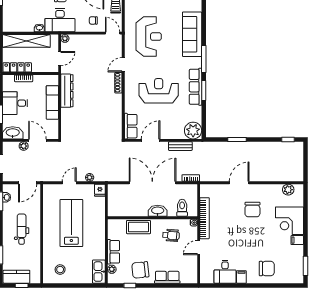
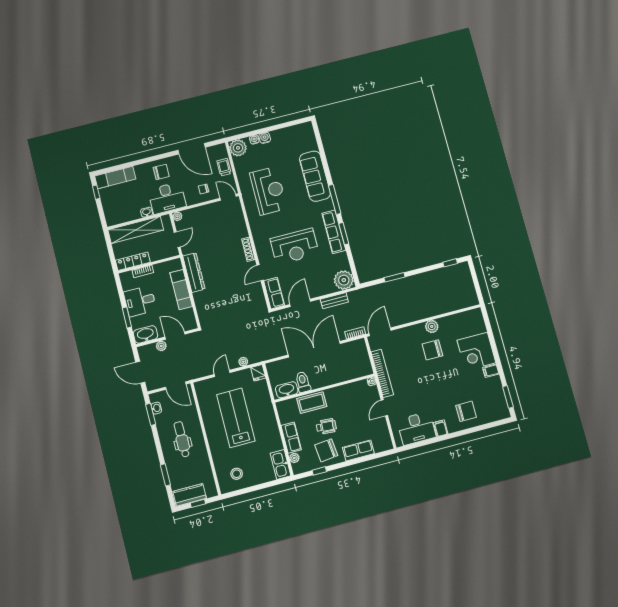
door: (123, 65) -> (260, 273), moved
reception desk: (159, 91) -> (295, 247), turned 180
door: (28, 183) -> (176, 386), hinge flipped
door: (239, 183) -> (380, 332), moved
plant: (288, 190) -> (432, 326), moved
toilet: (182, 208) -> (303, 382), moved
chair: (252, 210) -> (432, 350), turned 90
washbasin: (158, 211) -> (287, 390), moved
wheelchair: (171, 235) -> (326, 426), moved
desk: (225, 272) -> (416, 428), width x1.37

